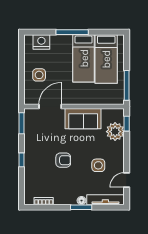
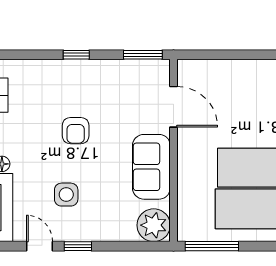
side table: (39, 75) -> (231, 87), removed
window: (127, 124) -> (78, 246), moved
plant: (115, 132) -> (154, 225), moved

